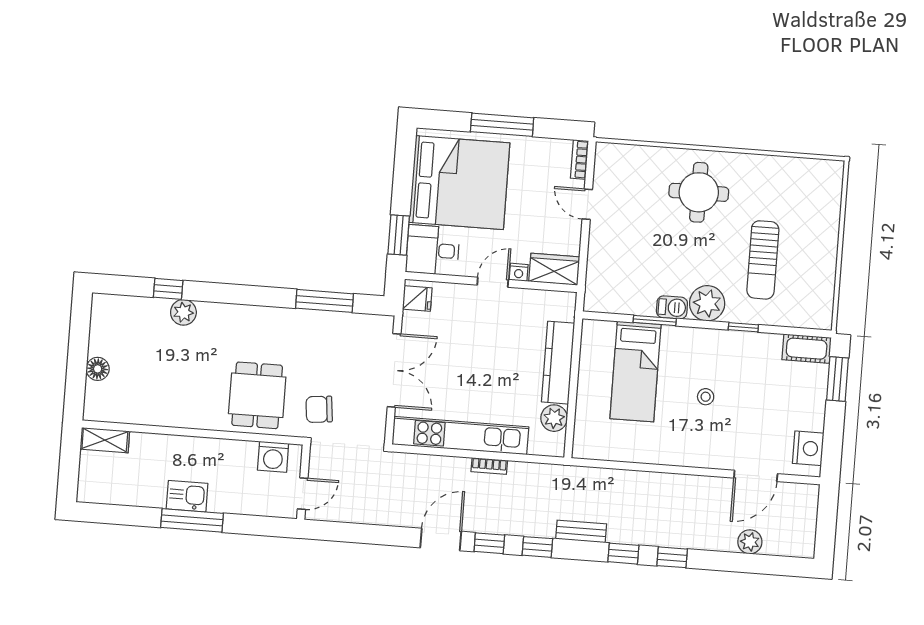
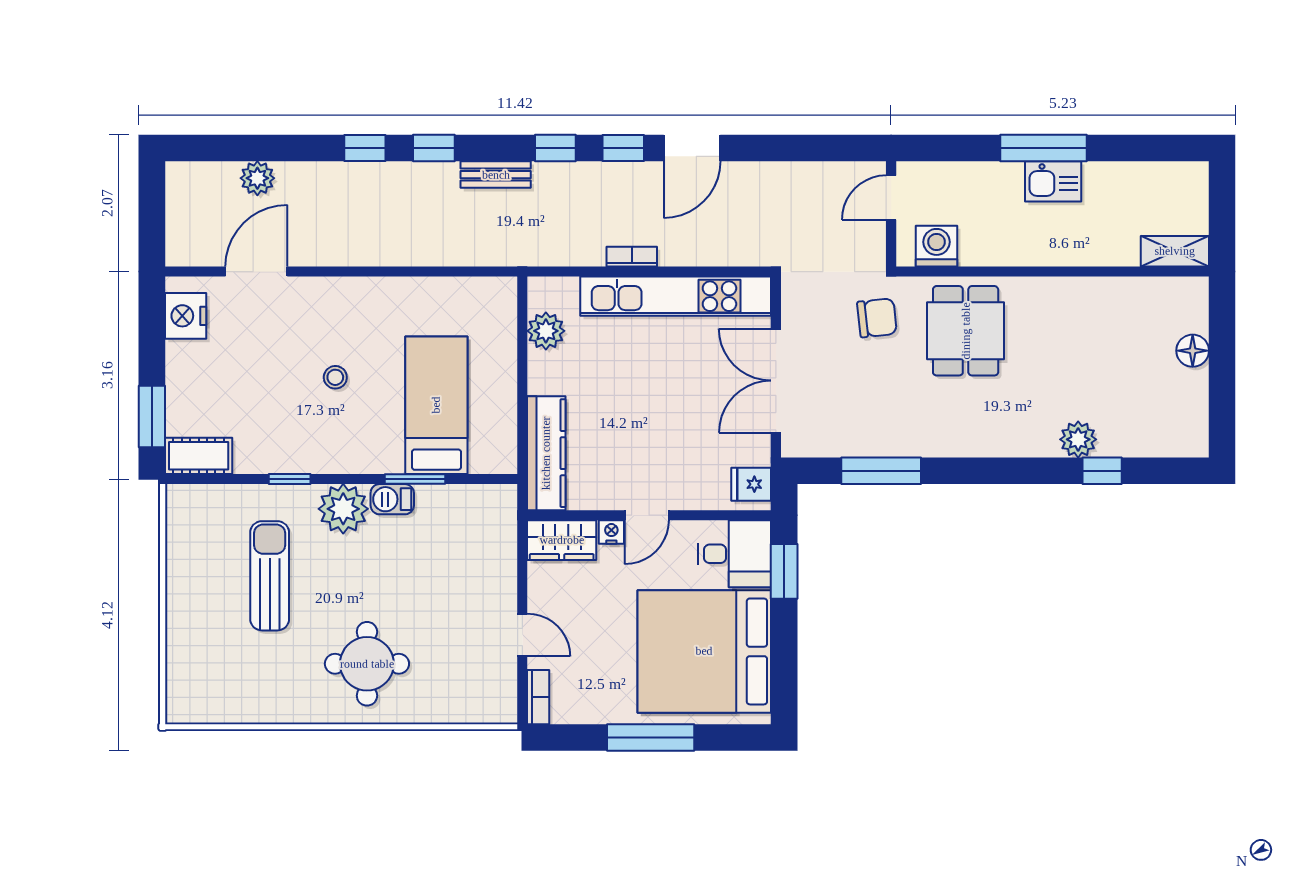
kitchen counter: (558, 363) -> (546, 453), moved

